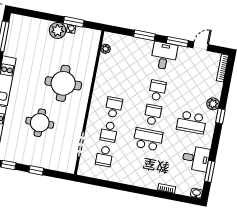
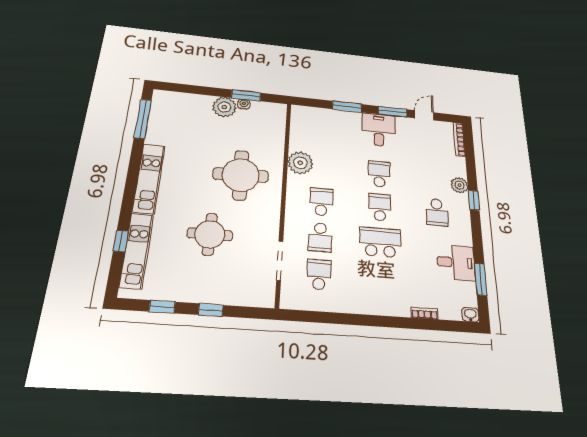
plant: (106, 49) -> (300, 163), moved, width x1.88, depth x1.88
school desk: (192, 122) -> (437, 212), width x0.54
school desk: (104, 156) -> (319, 274), turned 180

